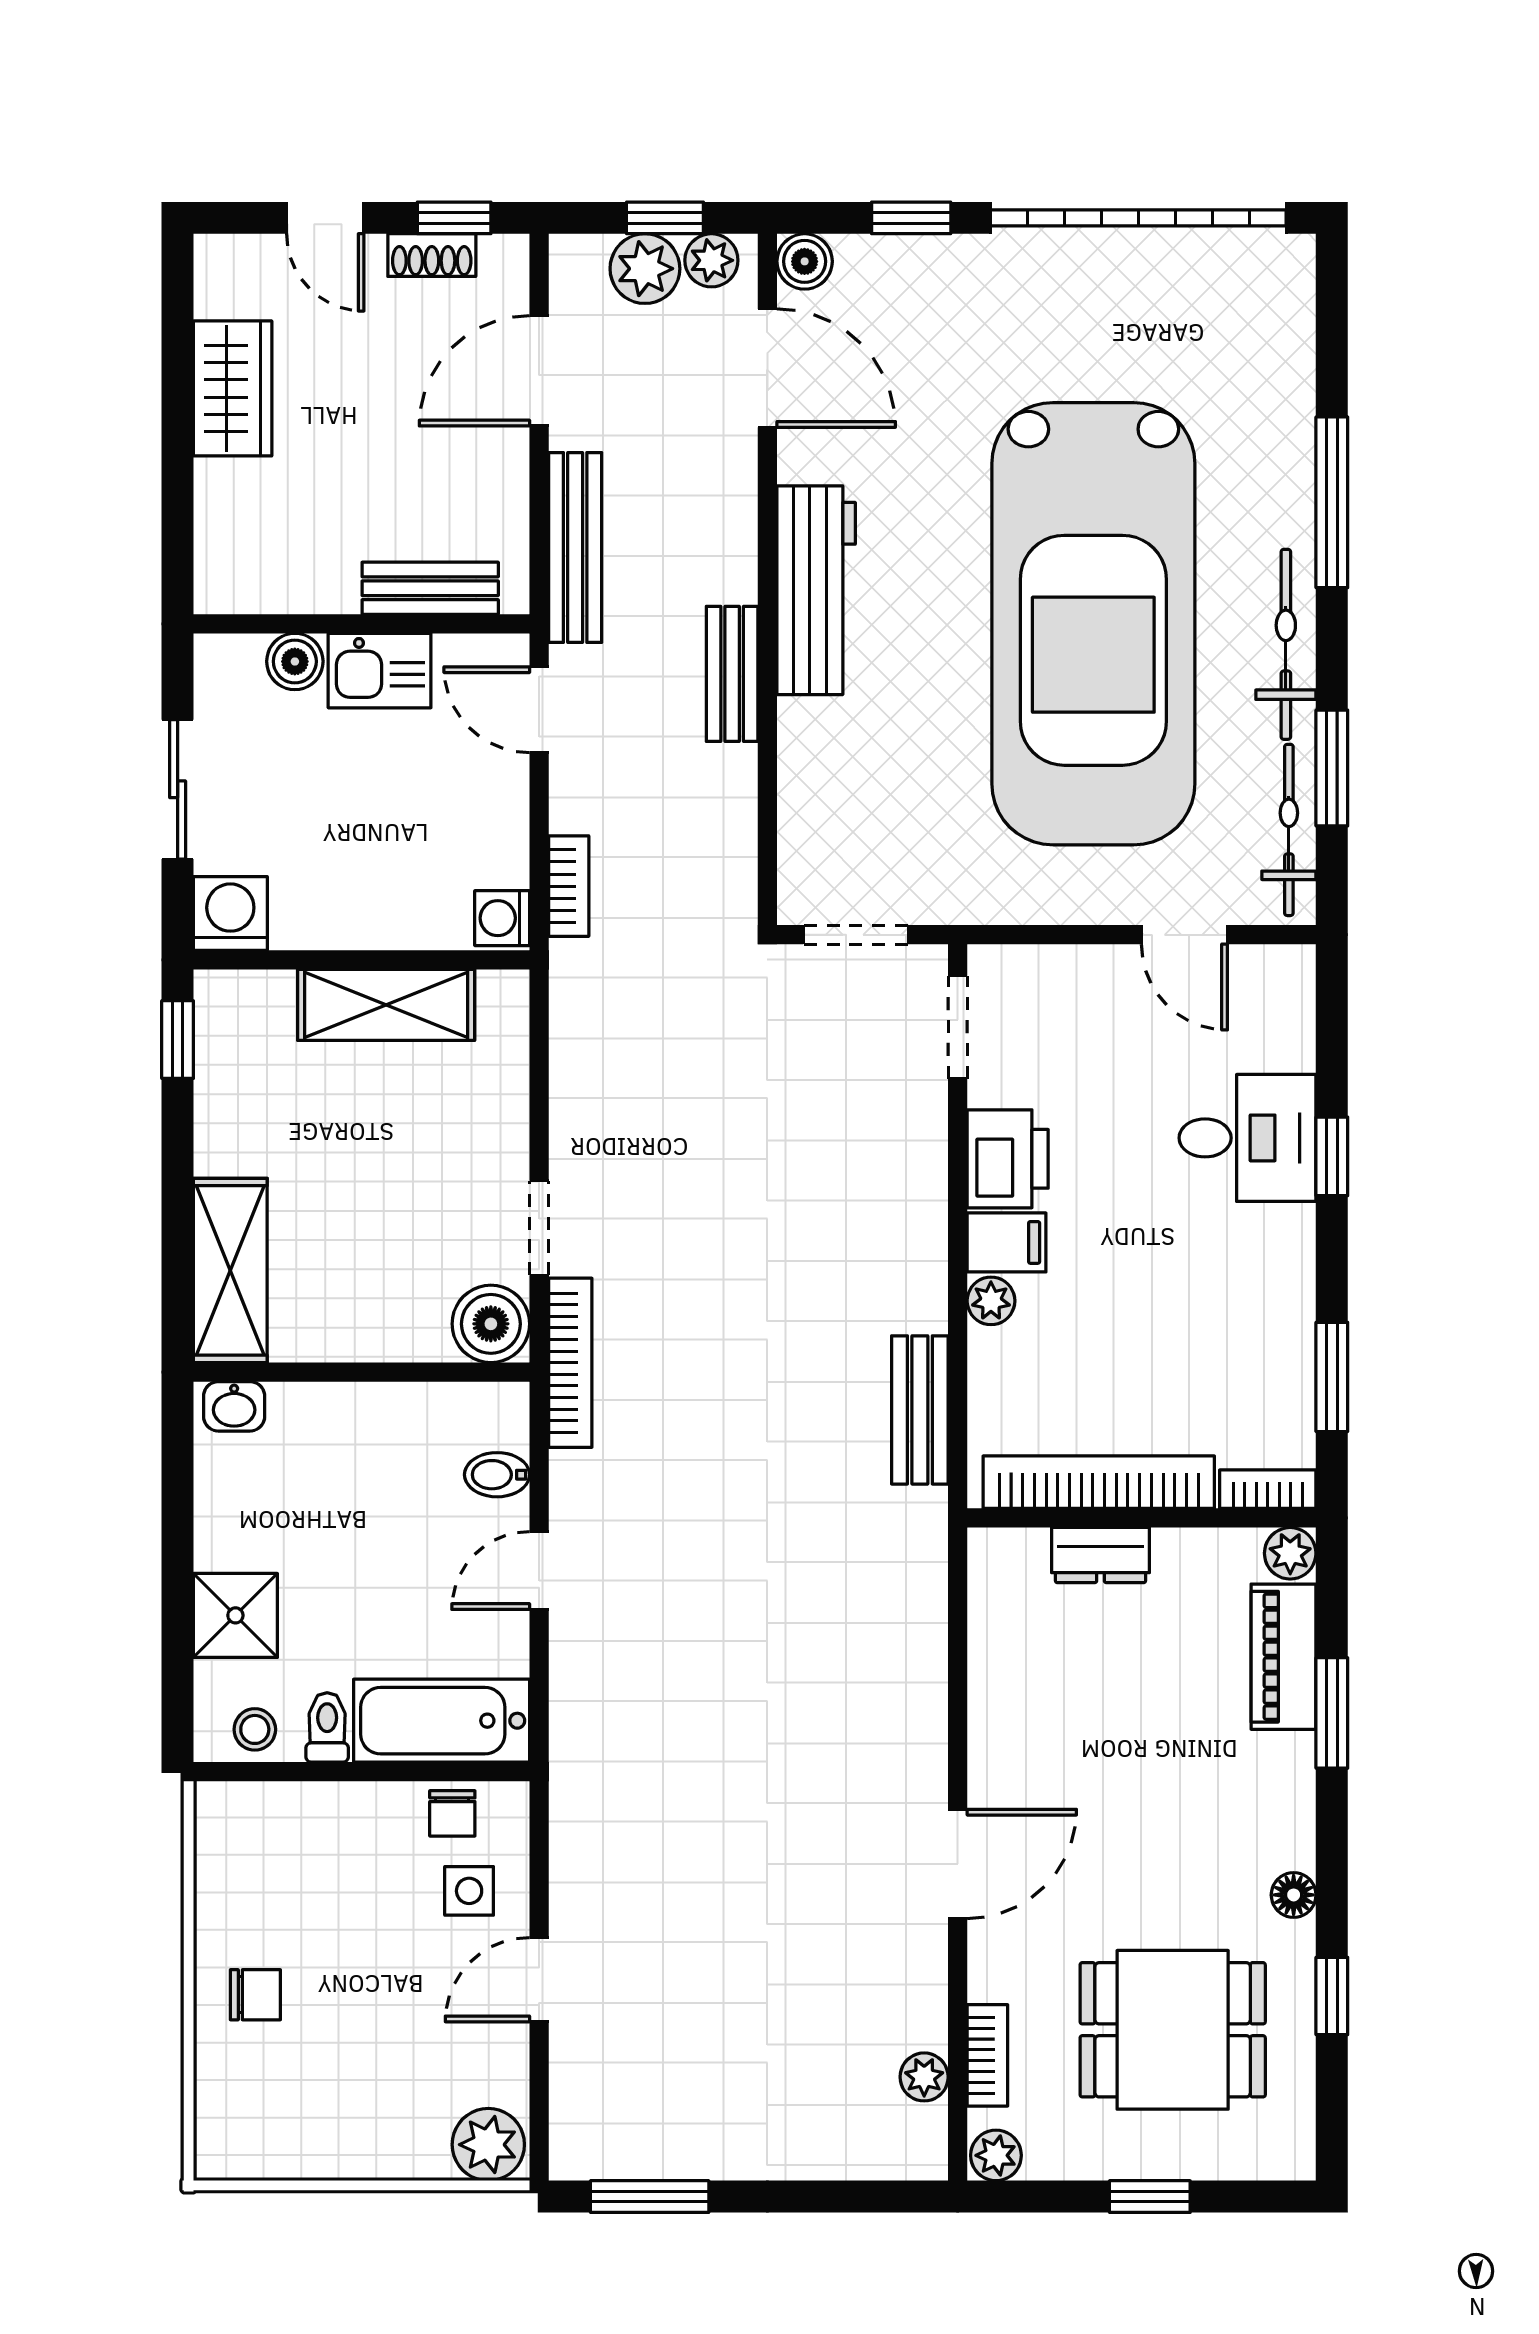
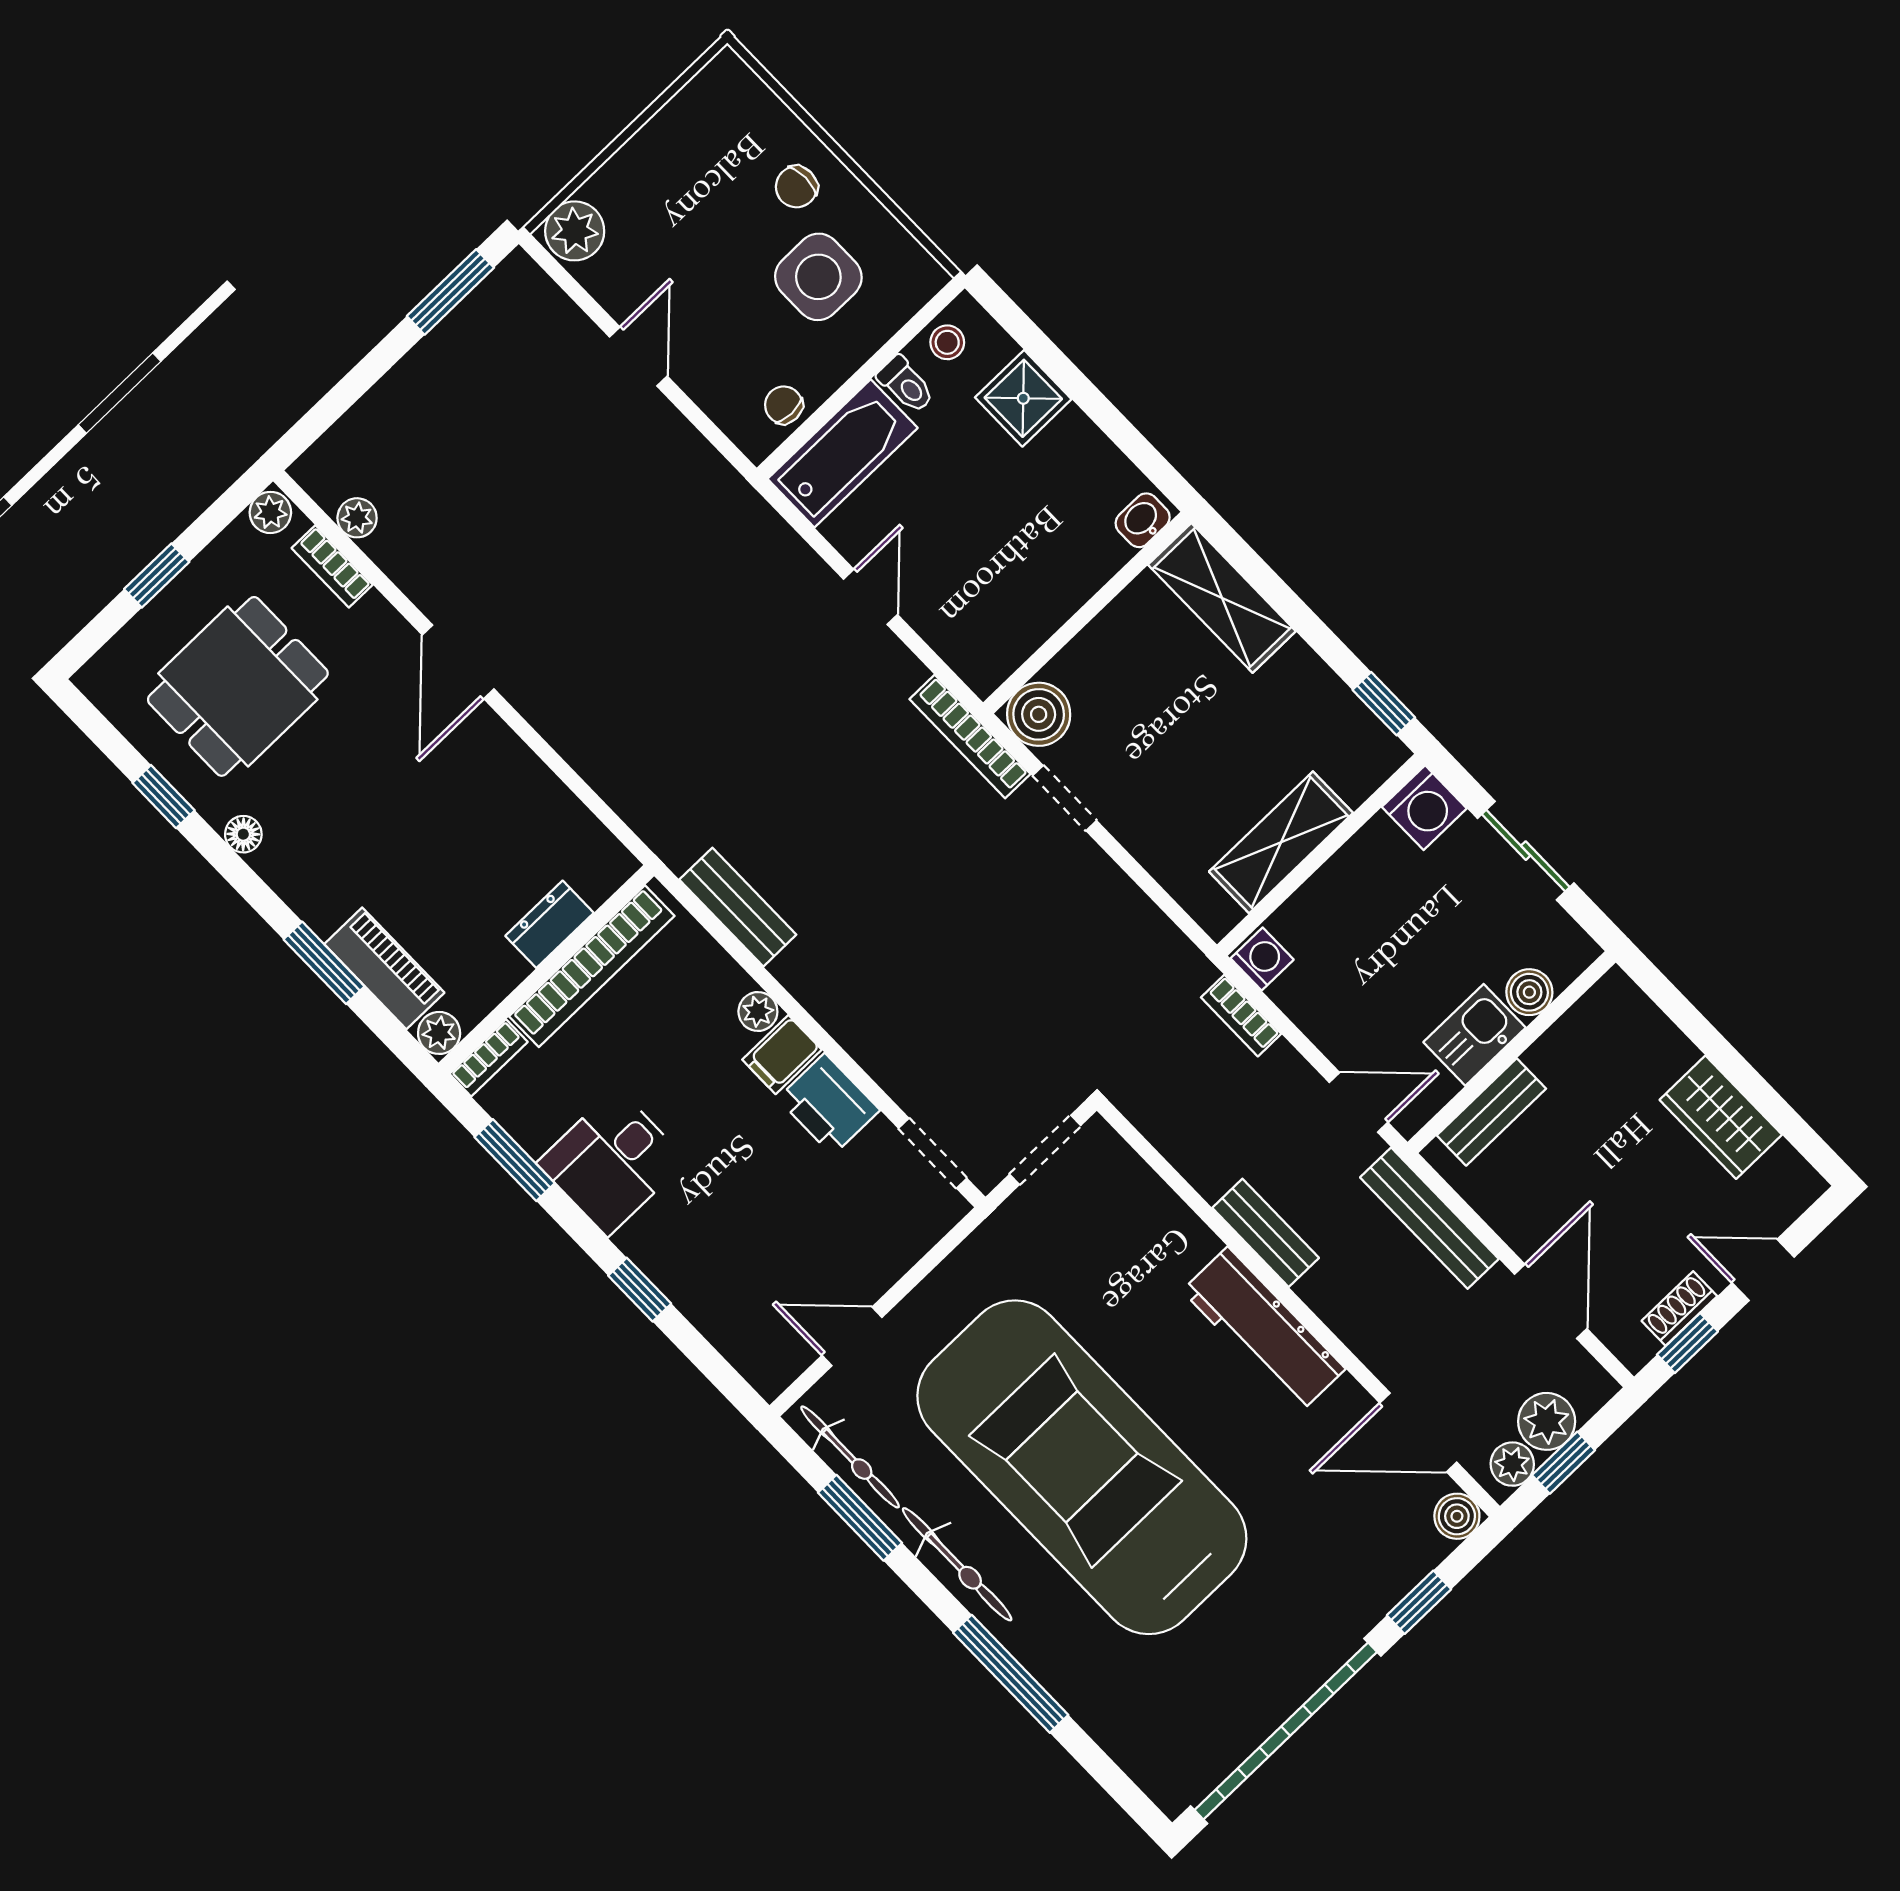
desk: (1248, 1138) -> (612, 1162), moved
bidet: (497, 1475) -> (949, 629), removed
side table: (469, 1891) -> (818, 277), moved, width x1.87, depth x1.87

